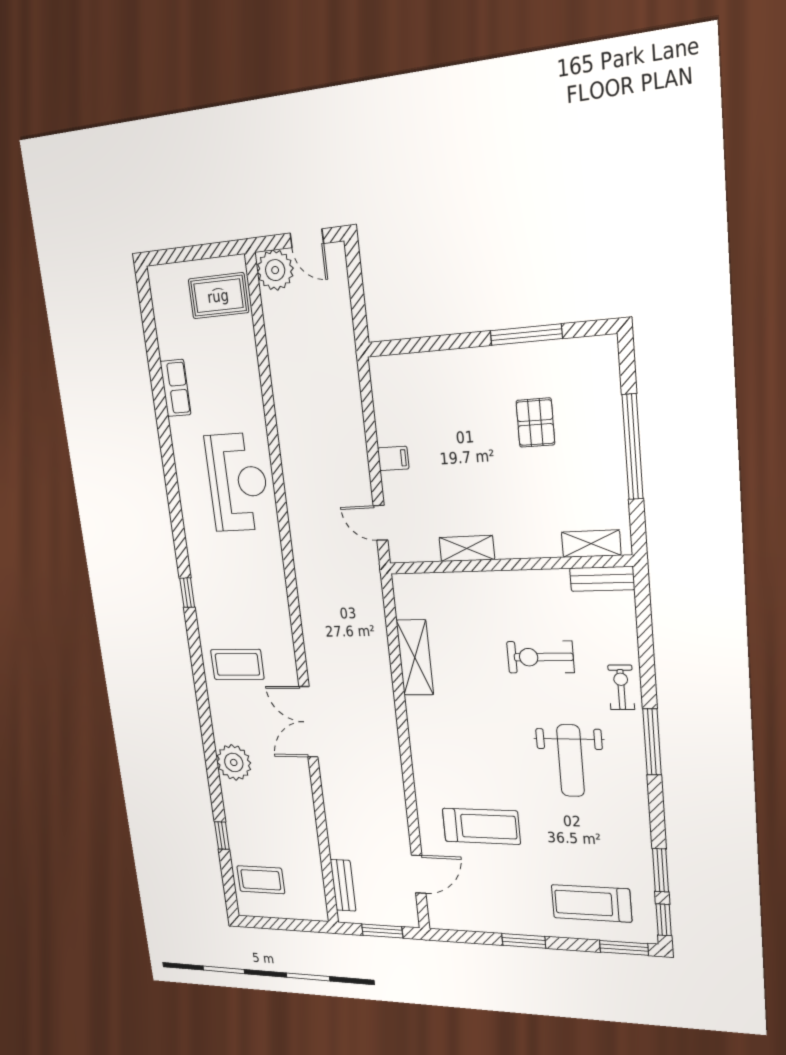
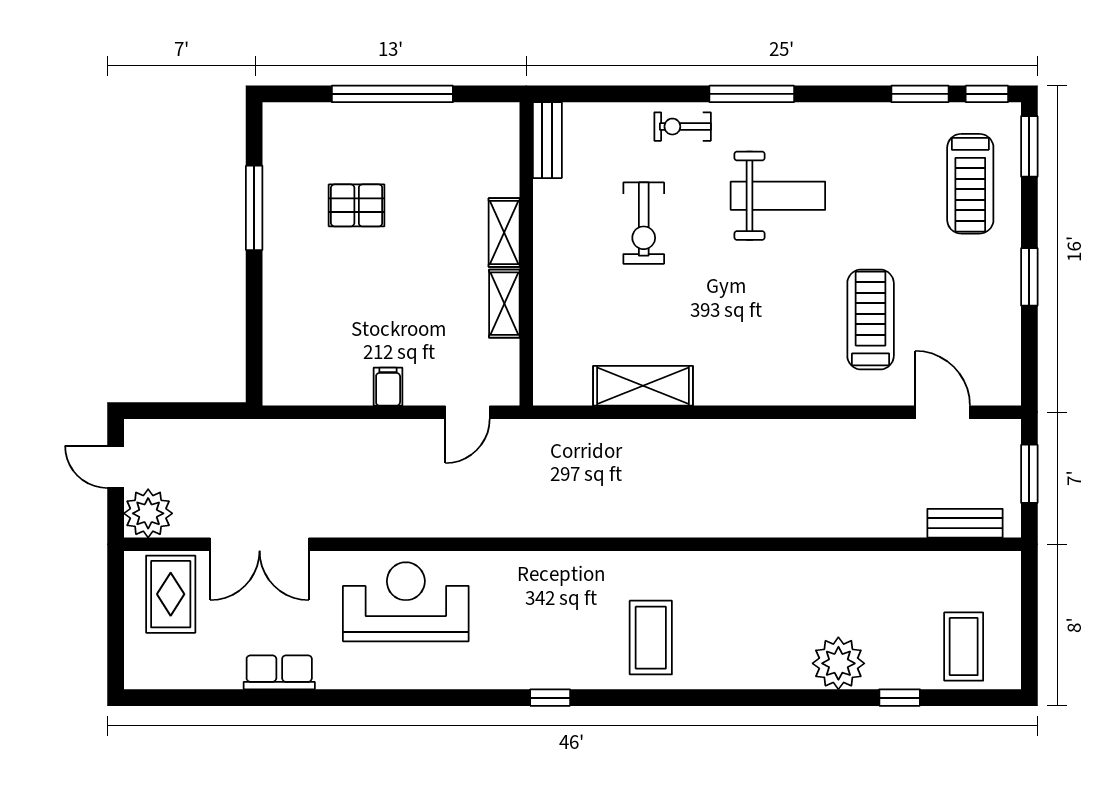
door: (307, 238) -> (116, 467), swing flipped
shelving: (591, 544) -> (504, 232), moved
double door: (308, 722) -> (260, 544), moved
plant: (234, 762) -> (838, 663), moved

